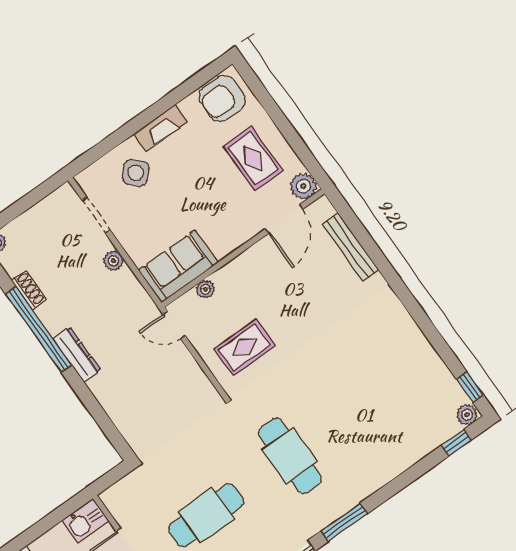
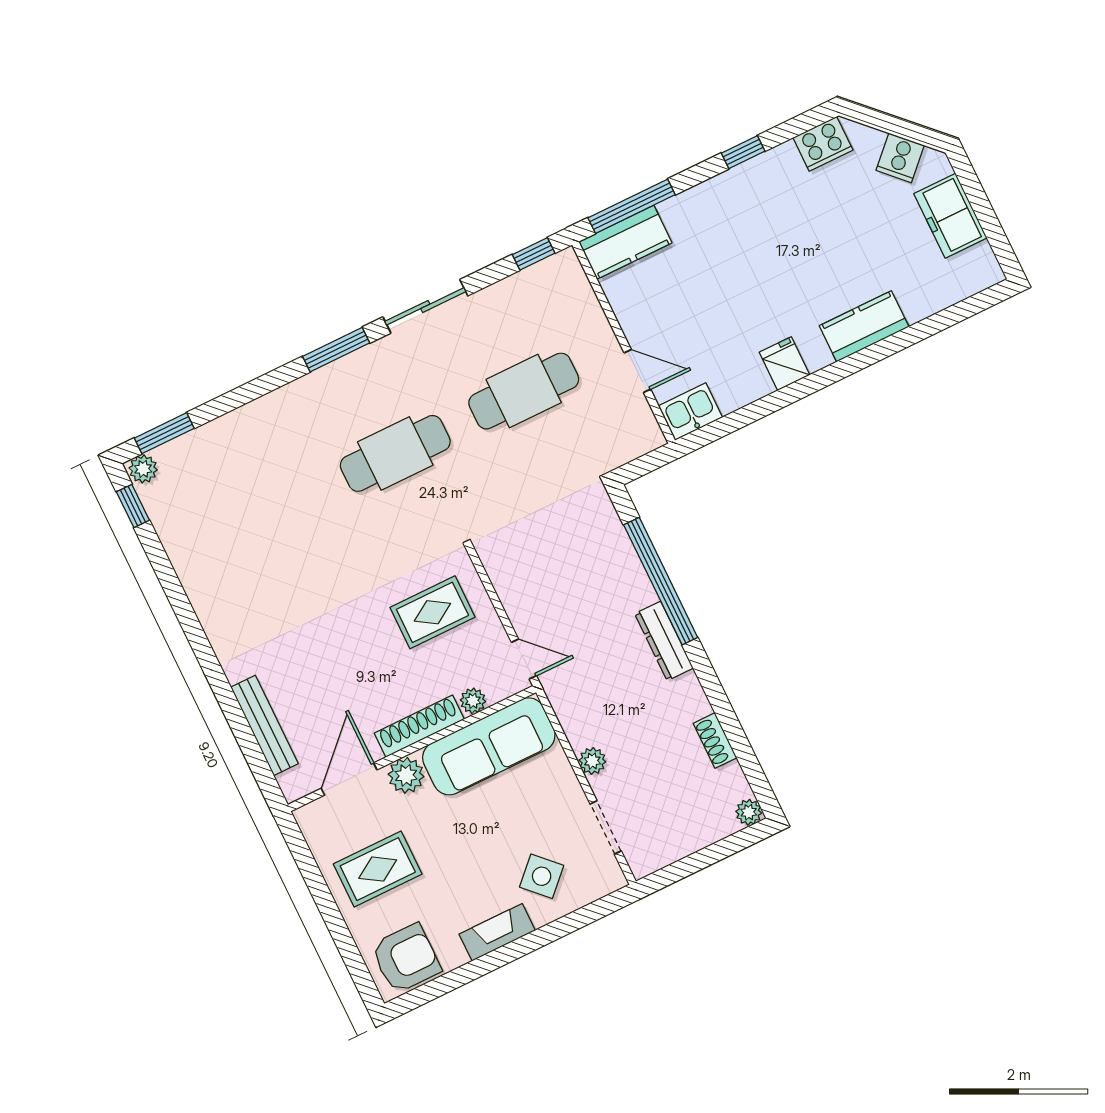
rug: (253, 158) -> (378, 869), turned 90
plant: (303, 186) -> (406, 775), moved
shoe rack: (240, 265) -> (419, 726), added
sofa: (178, 266) -> (489, 746), width x1.36
window: (38, 329) -> (661, 581), moved
window: (456, 443) -> (164, 433), width x1.50
cafe table: (290, 456) -> (395, 453), turned 90

